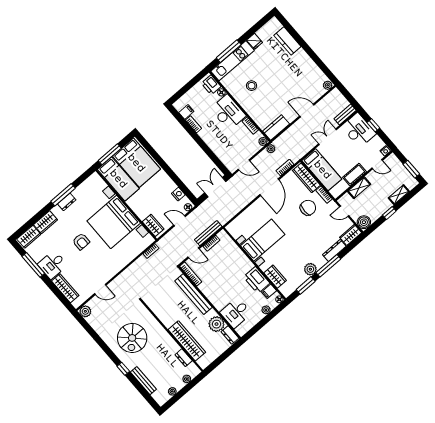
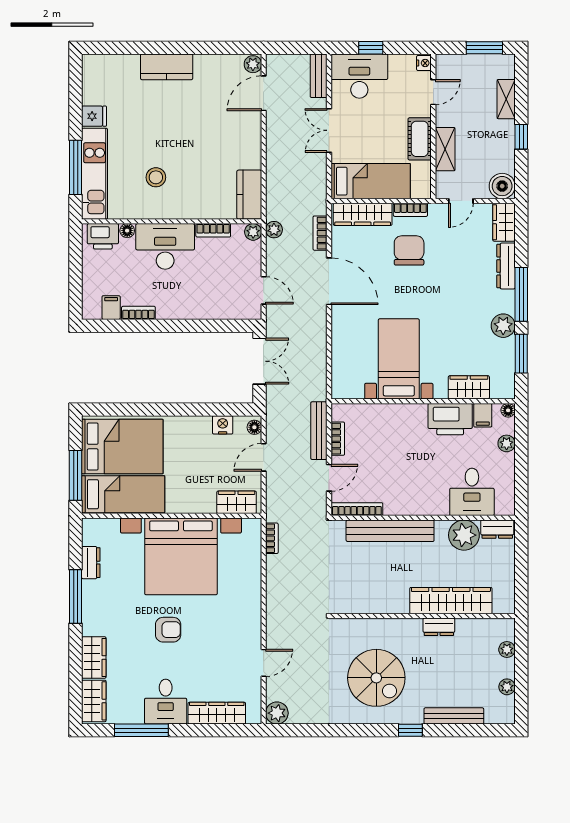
kitchen counter: (287, 41) -> (167, 67), moved
door: (307, 111) -> (264, 93), moved
door: (244, 165) -> (264, 290), hinge flipped
double door: (215, 187) -> (260, 361), swing flipped
dresser: (67, 202) -> (91, 563), moved
dresser: (184, 358) -> (439, 627), moved

